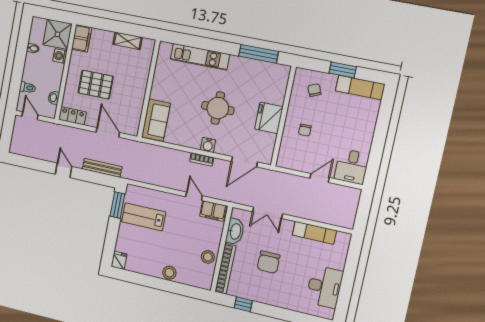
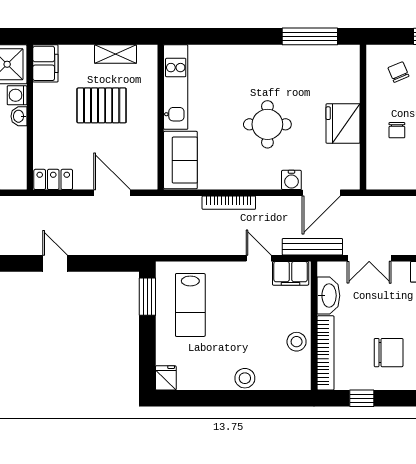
kitchen unit: (200, 57) -> (176, 87), moved, turned -90
pallet: (96, 85) -> (102, 105), moved
washbasin: (54, 98) -> (19, 116), moved
water cooler: (208, 145) -> (291, 180), moved
bookcase: (202, 159) -> (229, 203), moved, width x1.56
bench: (102, 168) -> (312, 247), moved
lab bench: (144, 217) -> (190, 305), turned -90
chair: (268, 262) -> (389, 353), moved, turned -90

